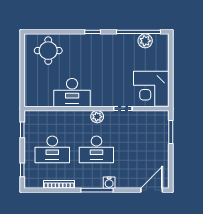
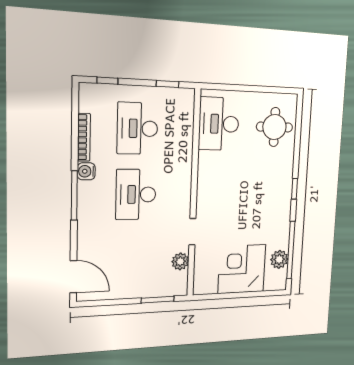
corner desk: (151, 89) -> (242, 269), moved
desk: (72, 93) -> (219, 124), moved
plant: (97, 117) -> (180, 261), moved
water cooler: (109, 183) -> (86, 171), moved

